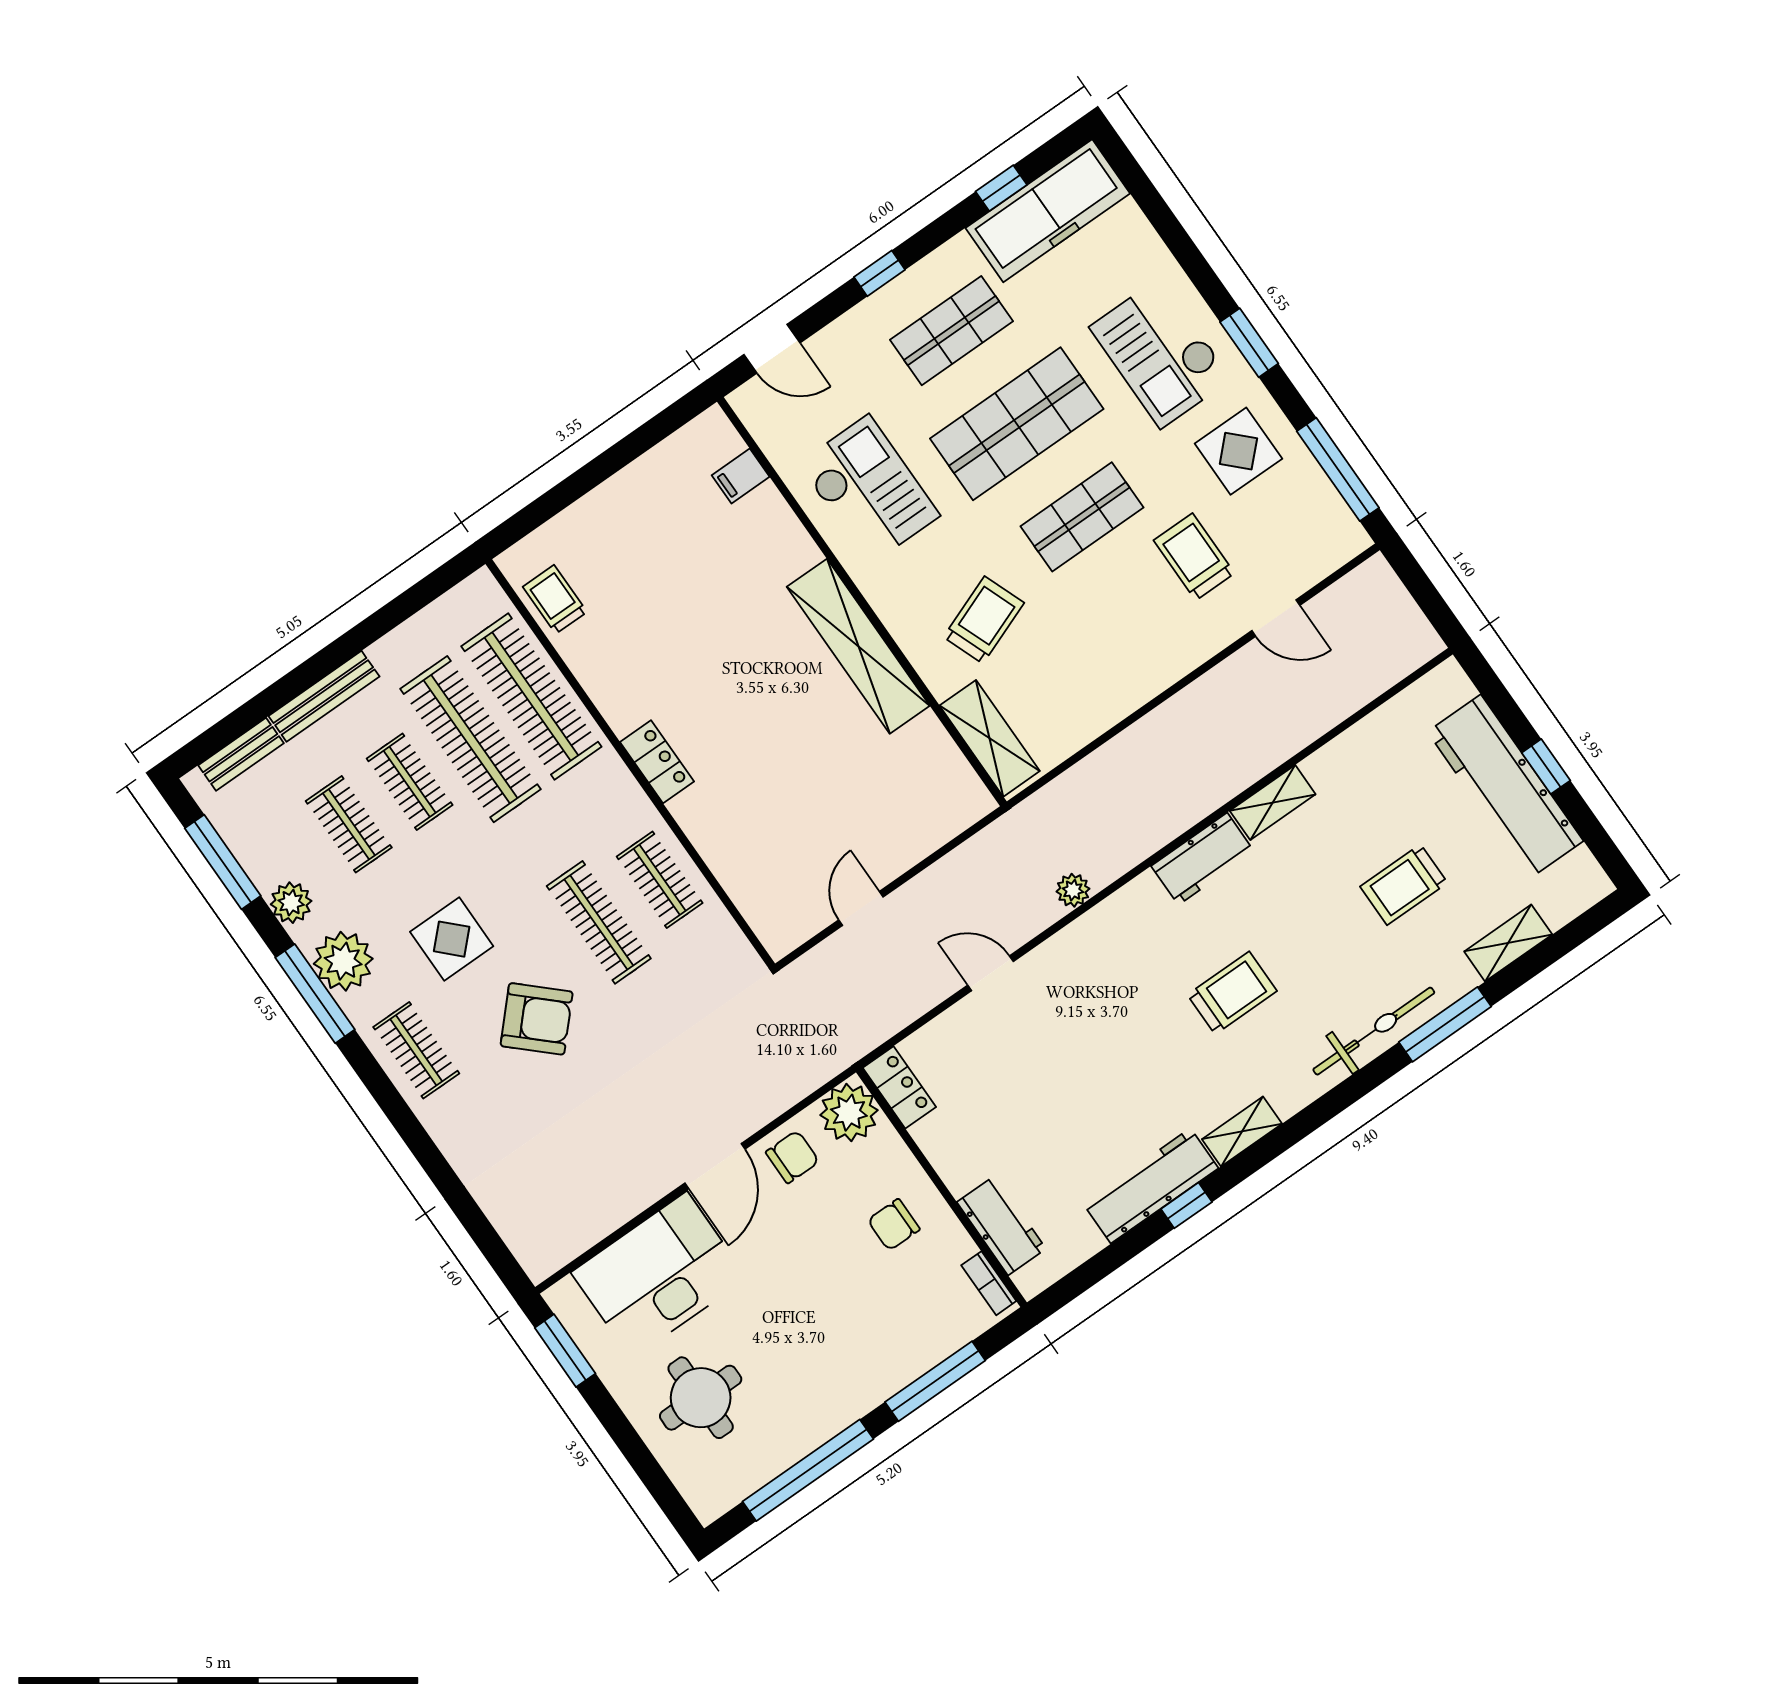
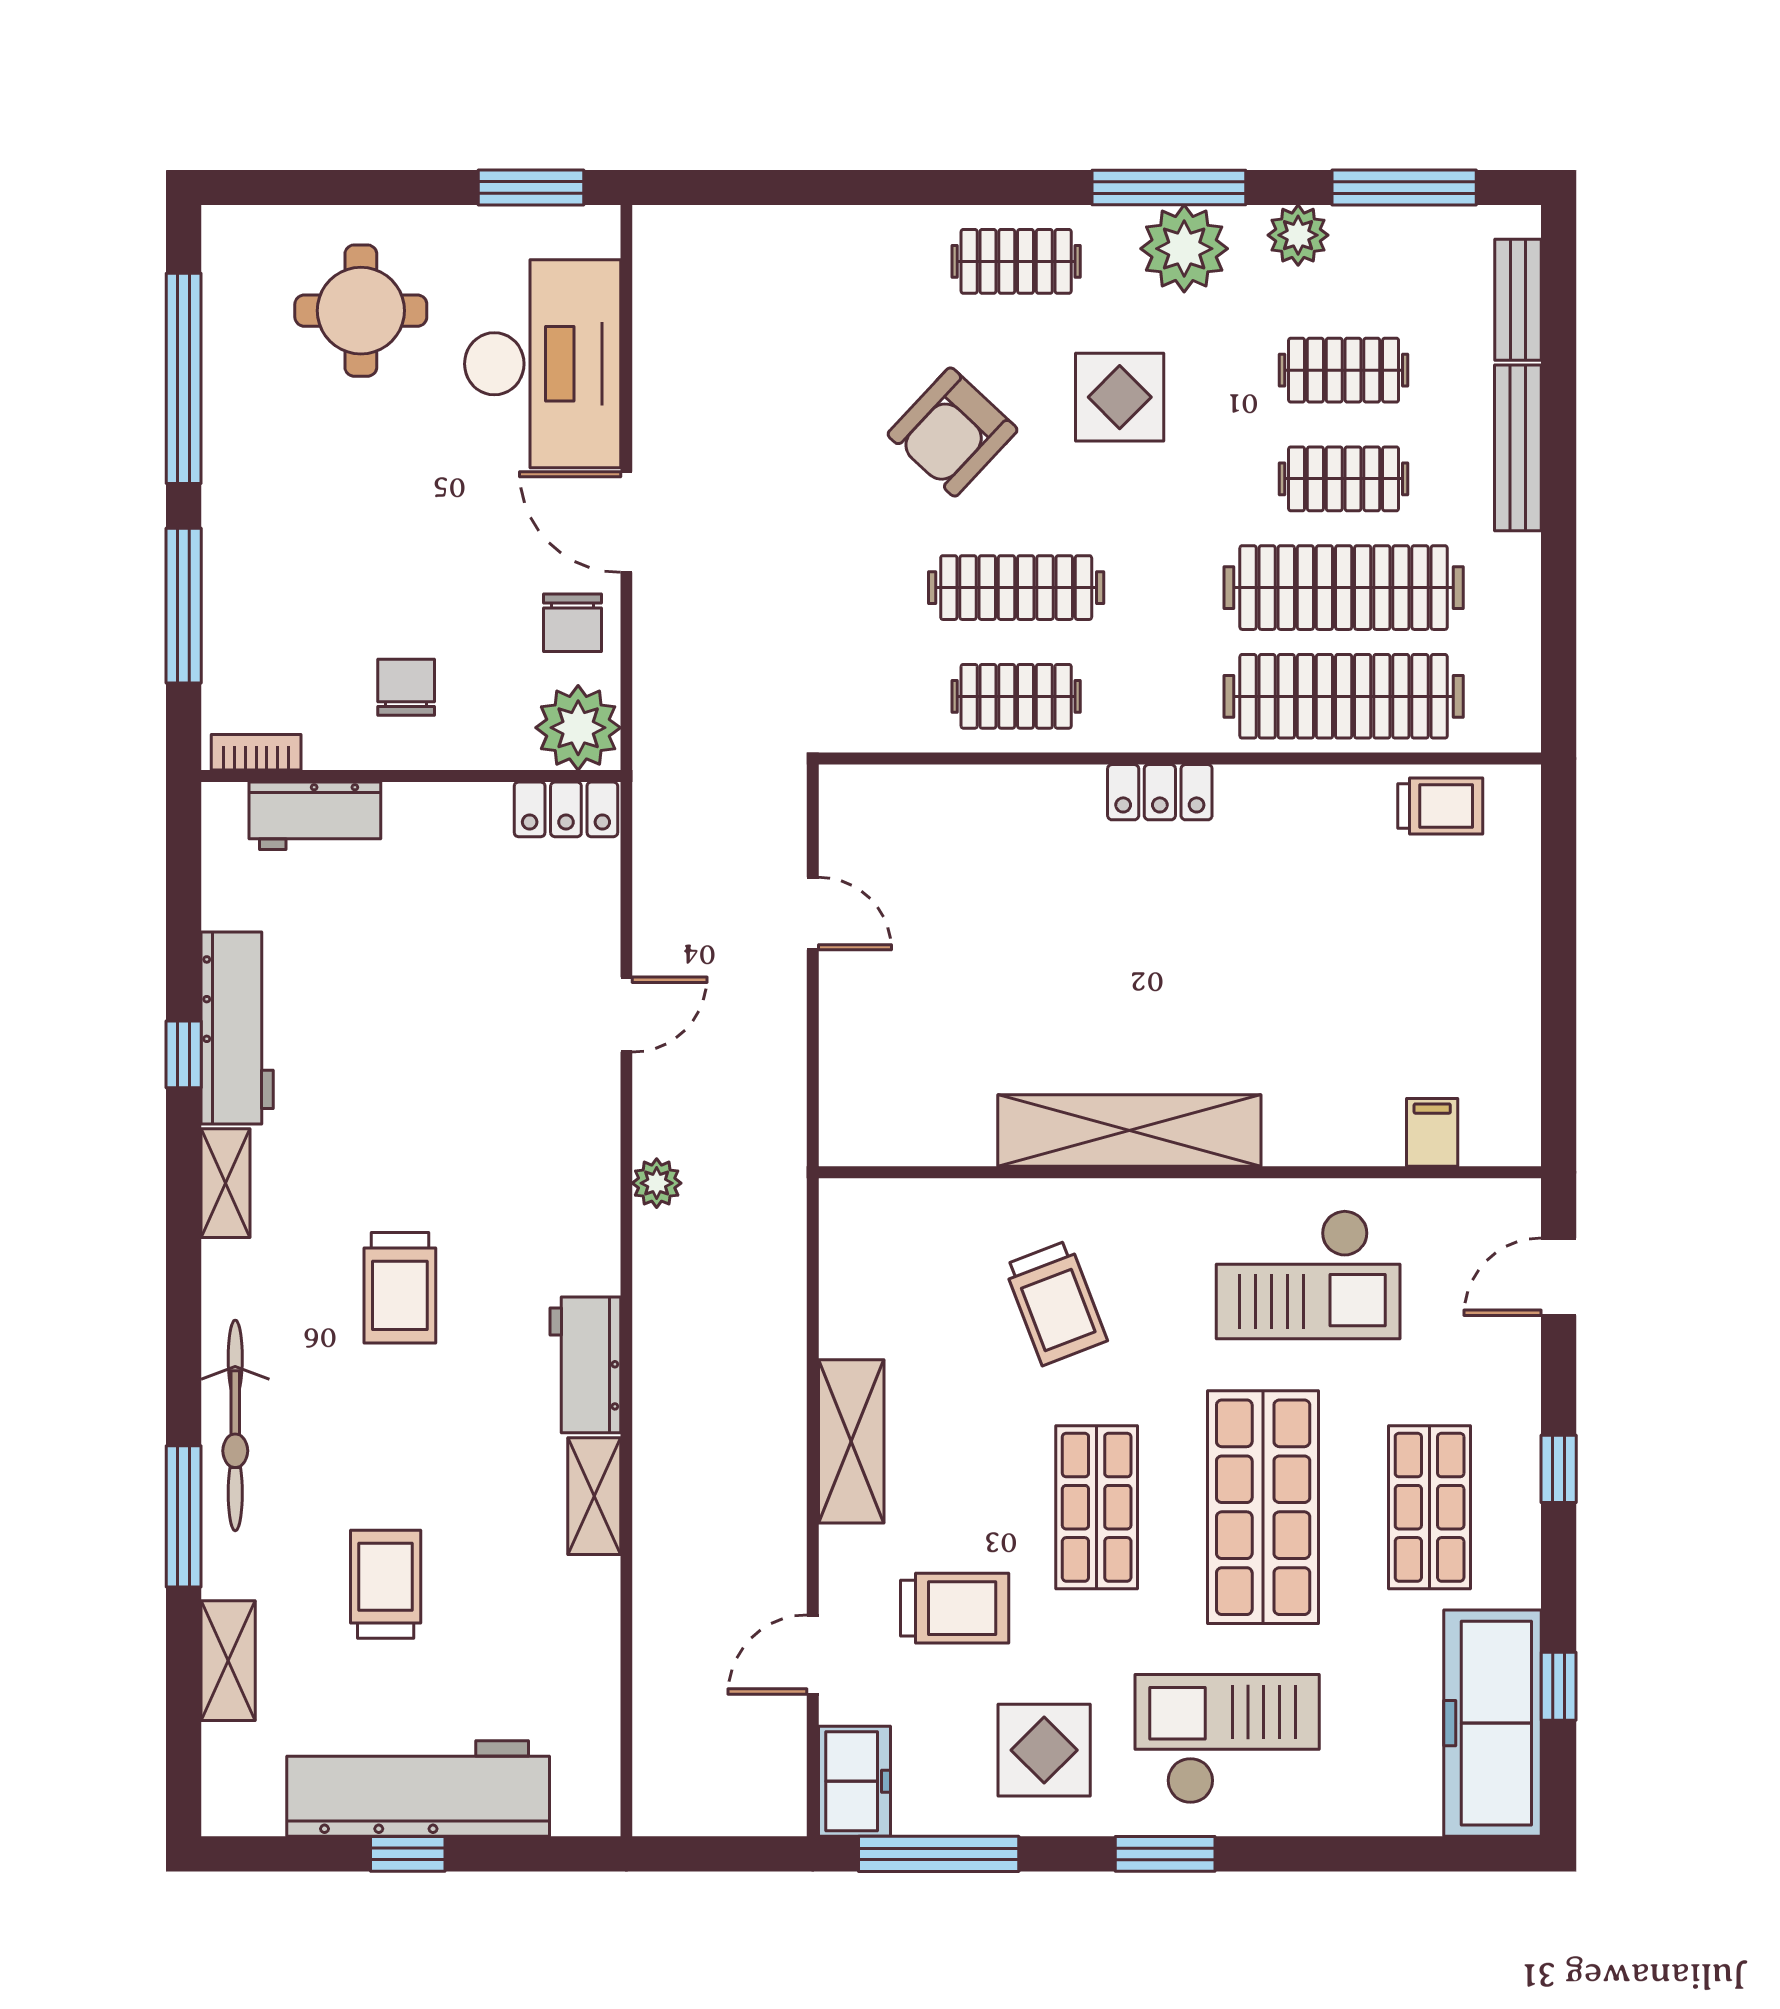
freezer: (1330, 545) -> (854, 1781), added
shelving: (990, 738) -> (851, 1441), moved, turned 90

